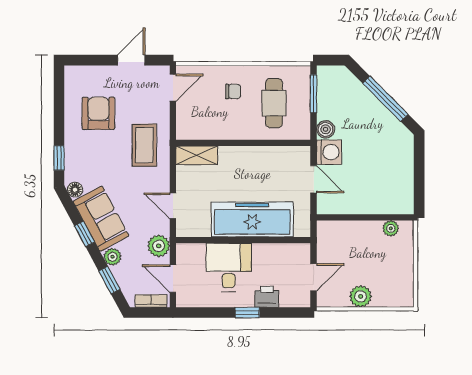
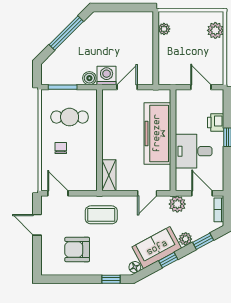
door: (173, 279) -> (202, 193), swing flipped
plant: (361, 296) -> (215, 30), moved

